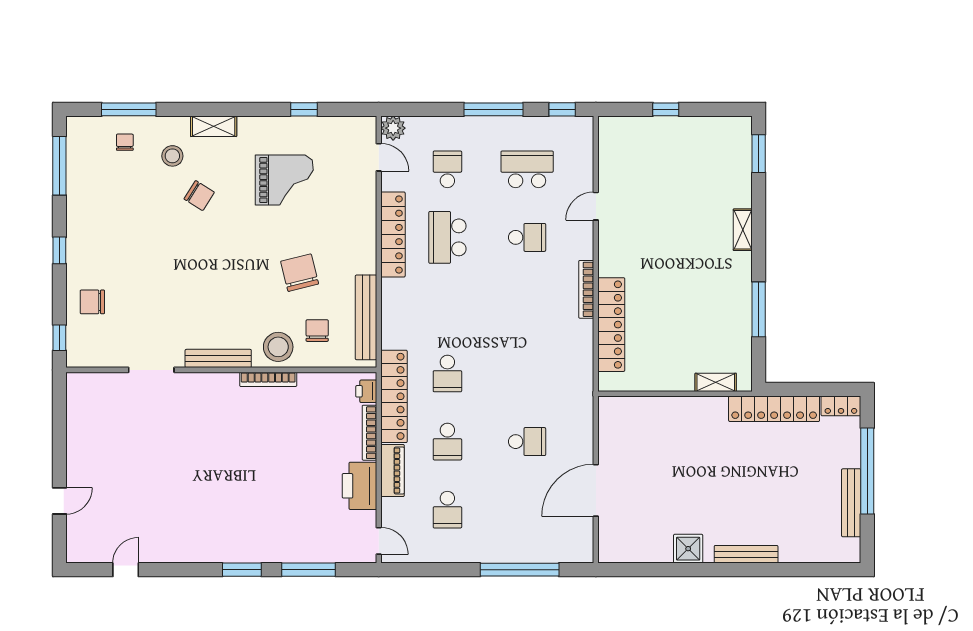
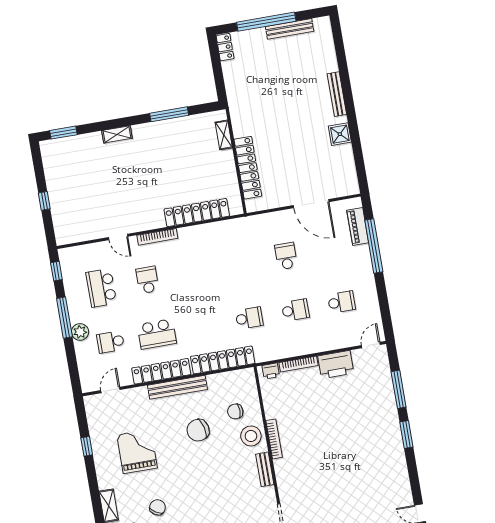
plant: (393, 128) -> (80, 332), moved
bookcase: (586, 289) -> (157, 237), moved
bench: (366, 317) -> (177, 387), moved
bench: (218, 358) -> (265, 469), width x0.73
locker: (394, 396) -> (223, 360), moved
locker: (774, 409) -> (248, 168), moved
piano: (393, 471) -> (358, 226), moved, turned -90

